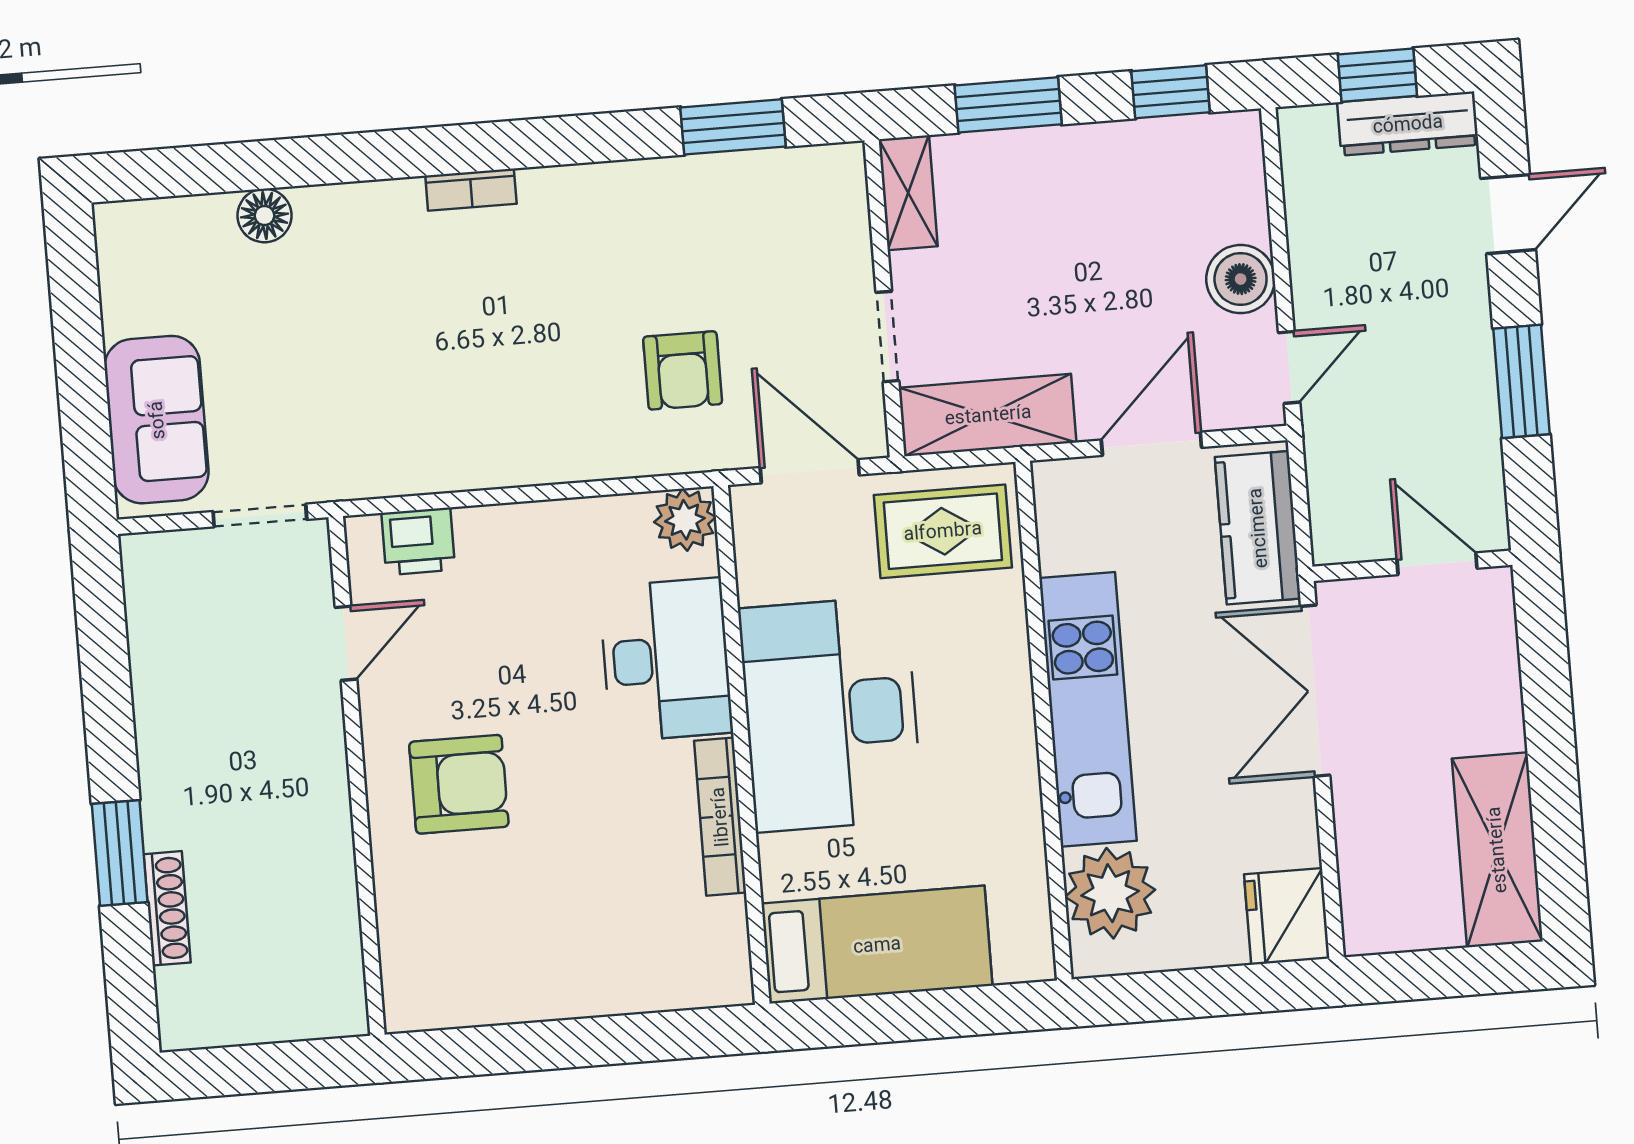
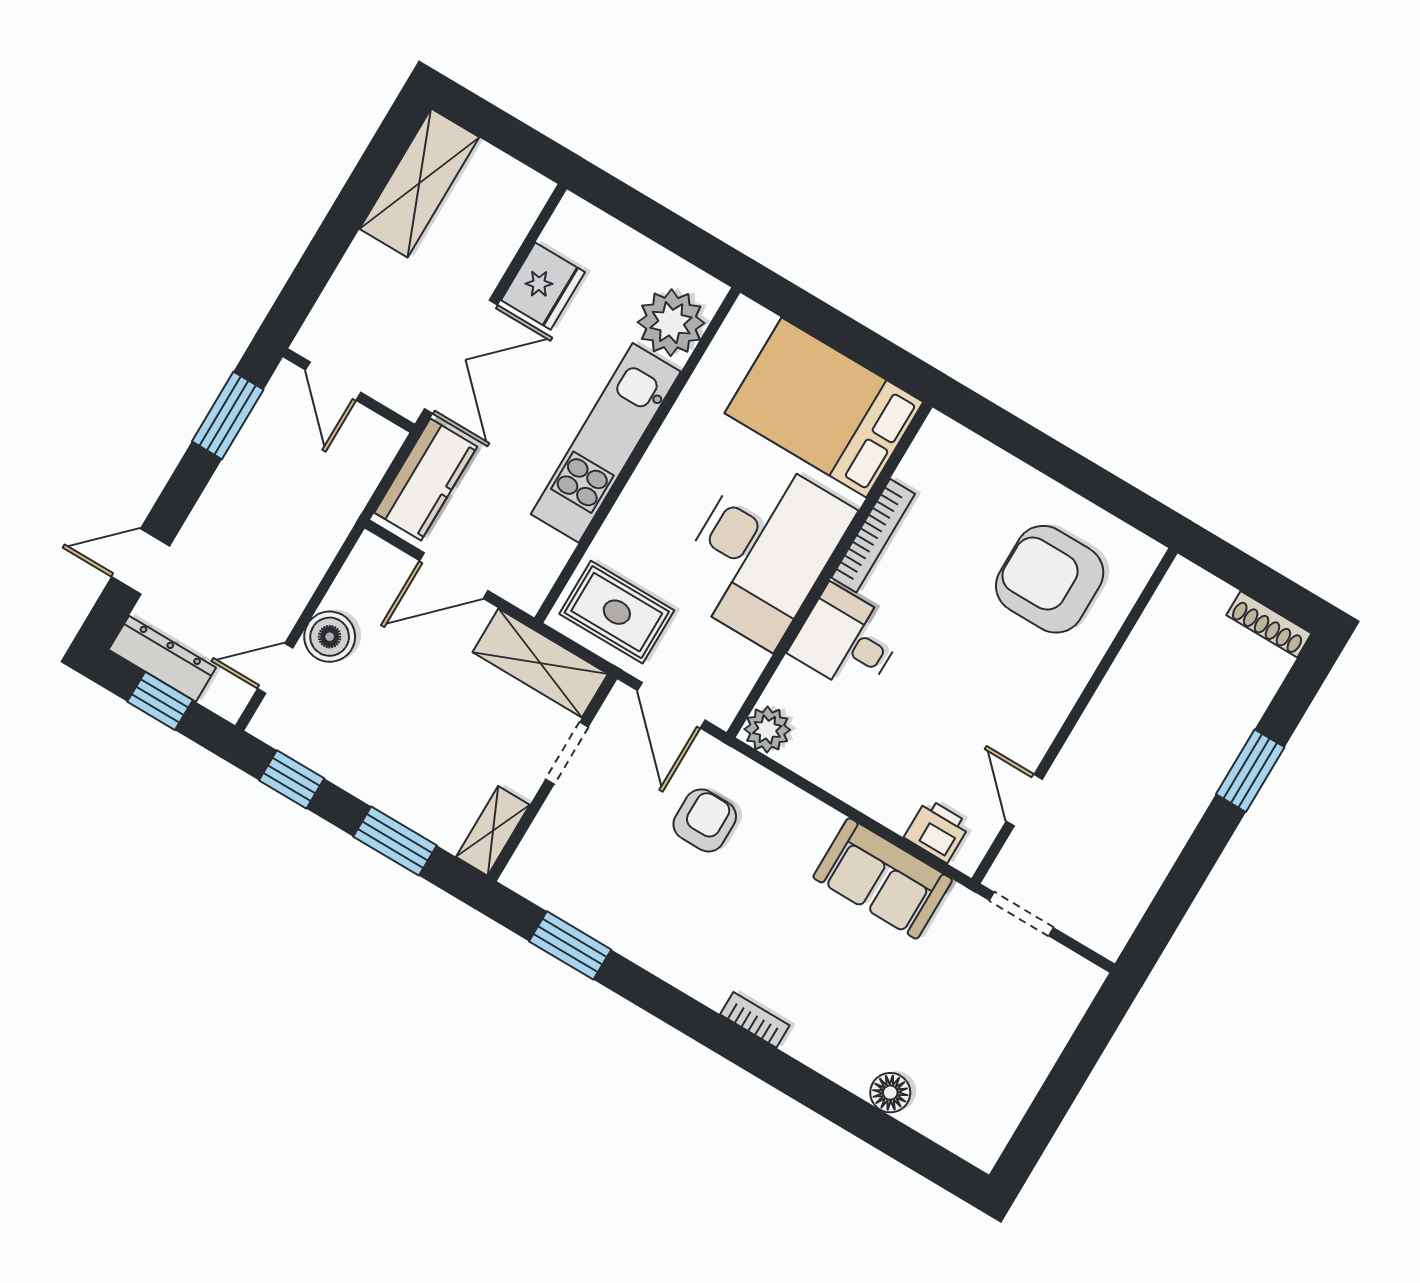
door: (1289, 367) -> (275, 668), moved
window: (1521, 381) -> (228, 416), moved
sofa: (157, 420) -> (883, 878), moved, turned -90
door: (346, 643) -> (1024, 800), hinge flipped
desk: (666, 660) -> (847, 640), width x0.73
armchair: (459, 784) -> (1050, 579), moved, width x1.36, depth x1.36
shoe rack: (167, 908) -> (1269, 624), moved, turned -90
fridge: (1287, 916) -> (543, 286), moved
bed: (877, 945) -> (824, 408), width x1.50

